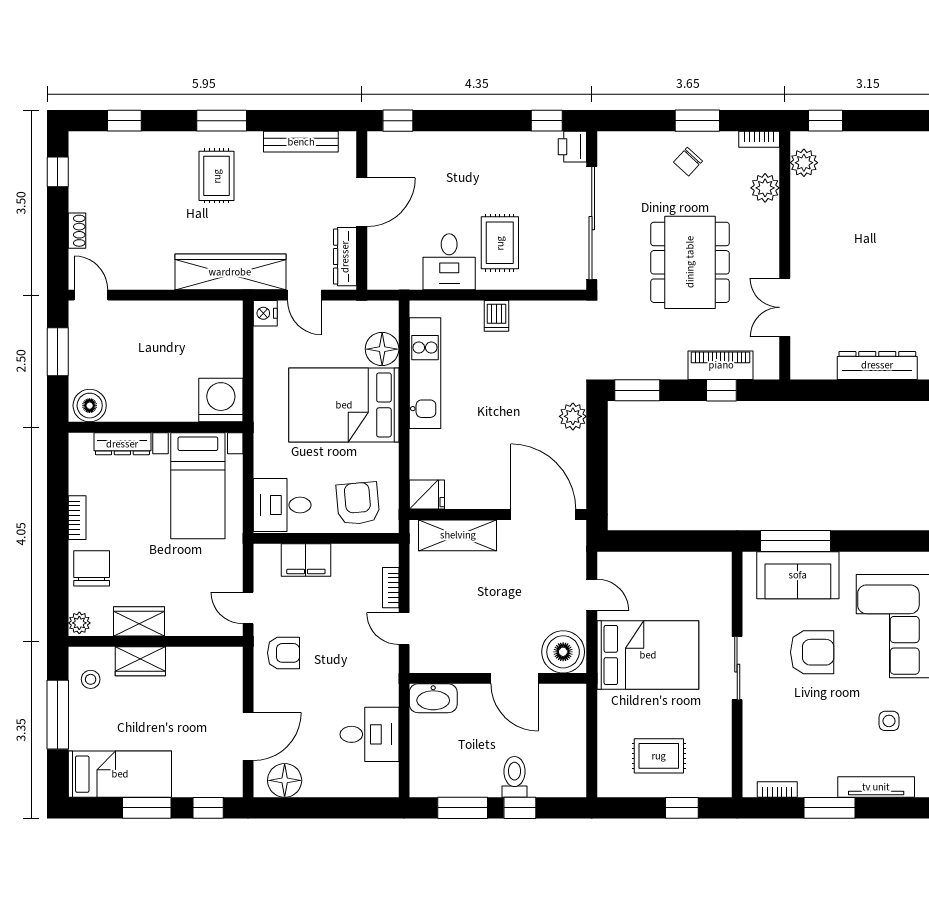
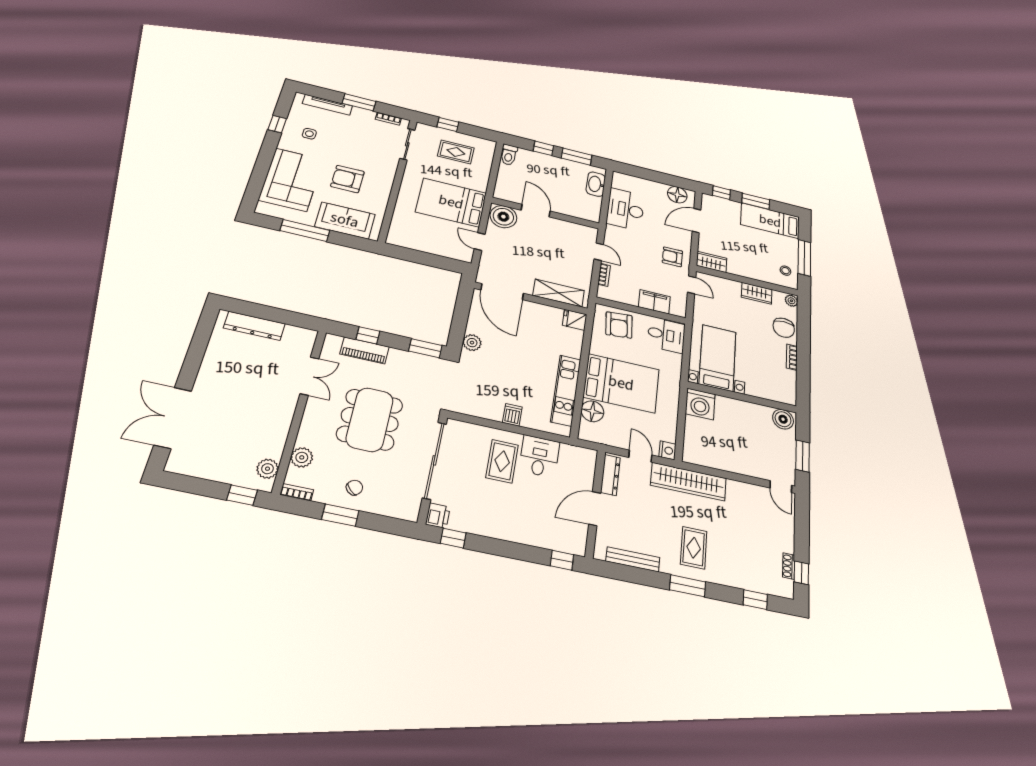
shoe rack: (77, 231) -> (789, 566), moved
dresser: (122, 444) -> (763, 392), removed
window: (796, 541) -> (305, 231), moved
wardrobe: (140, 661) -> (711, 262), moved
sliding door: (737, 668) -> (407, 144), moved
washbasin: (433, 698) -> (596, 184), moved, turned -90
desk: (369, 734) -> (625, 209), width x1.37
toilet: (514, 777) -> (509, 155), moved

